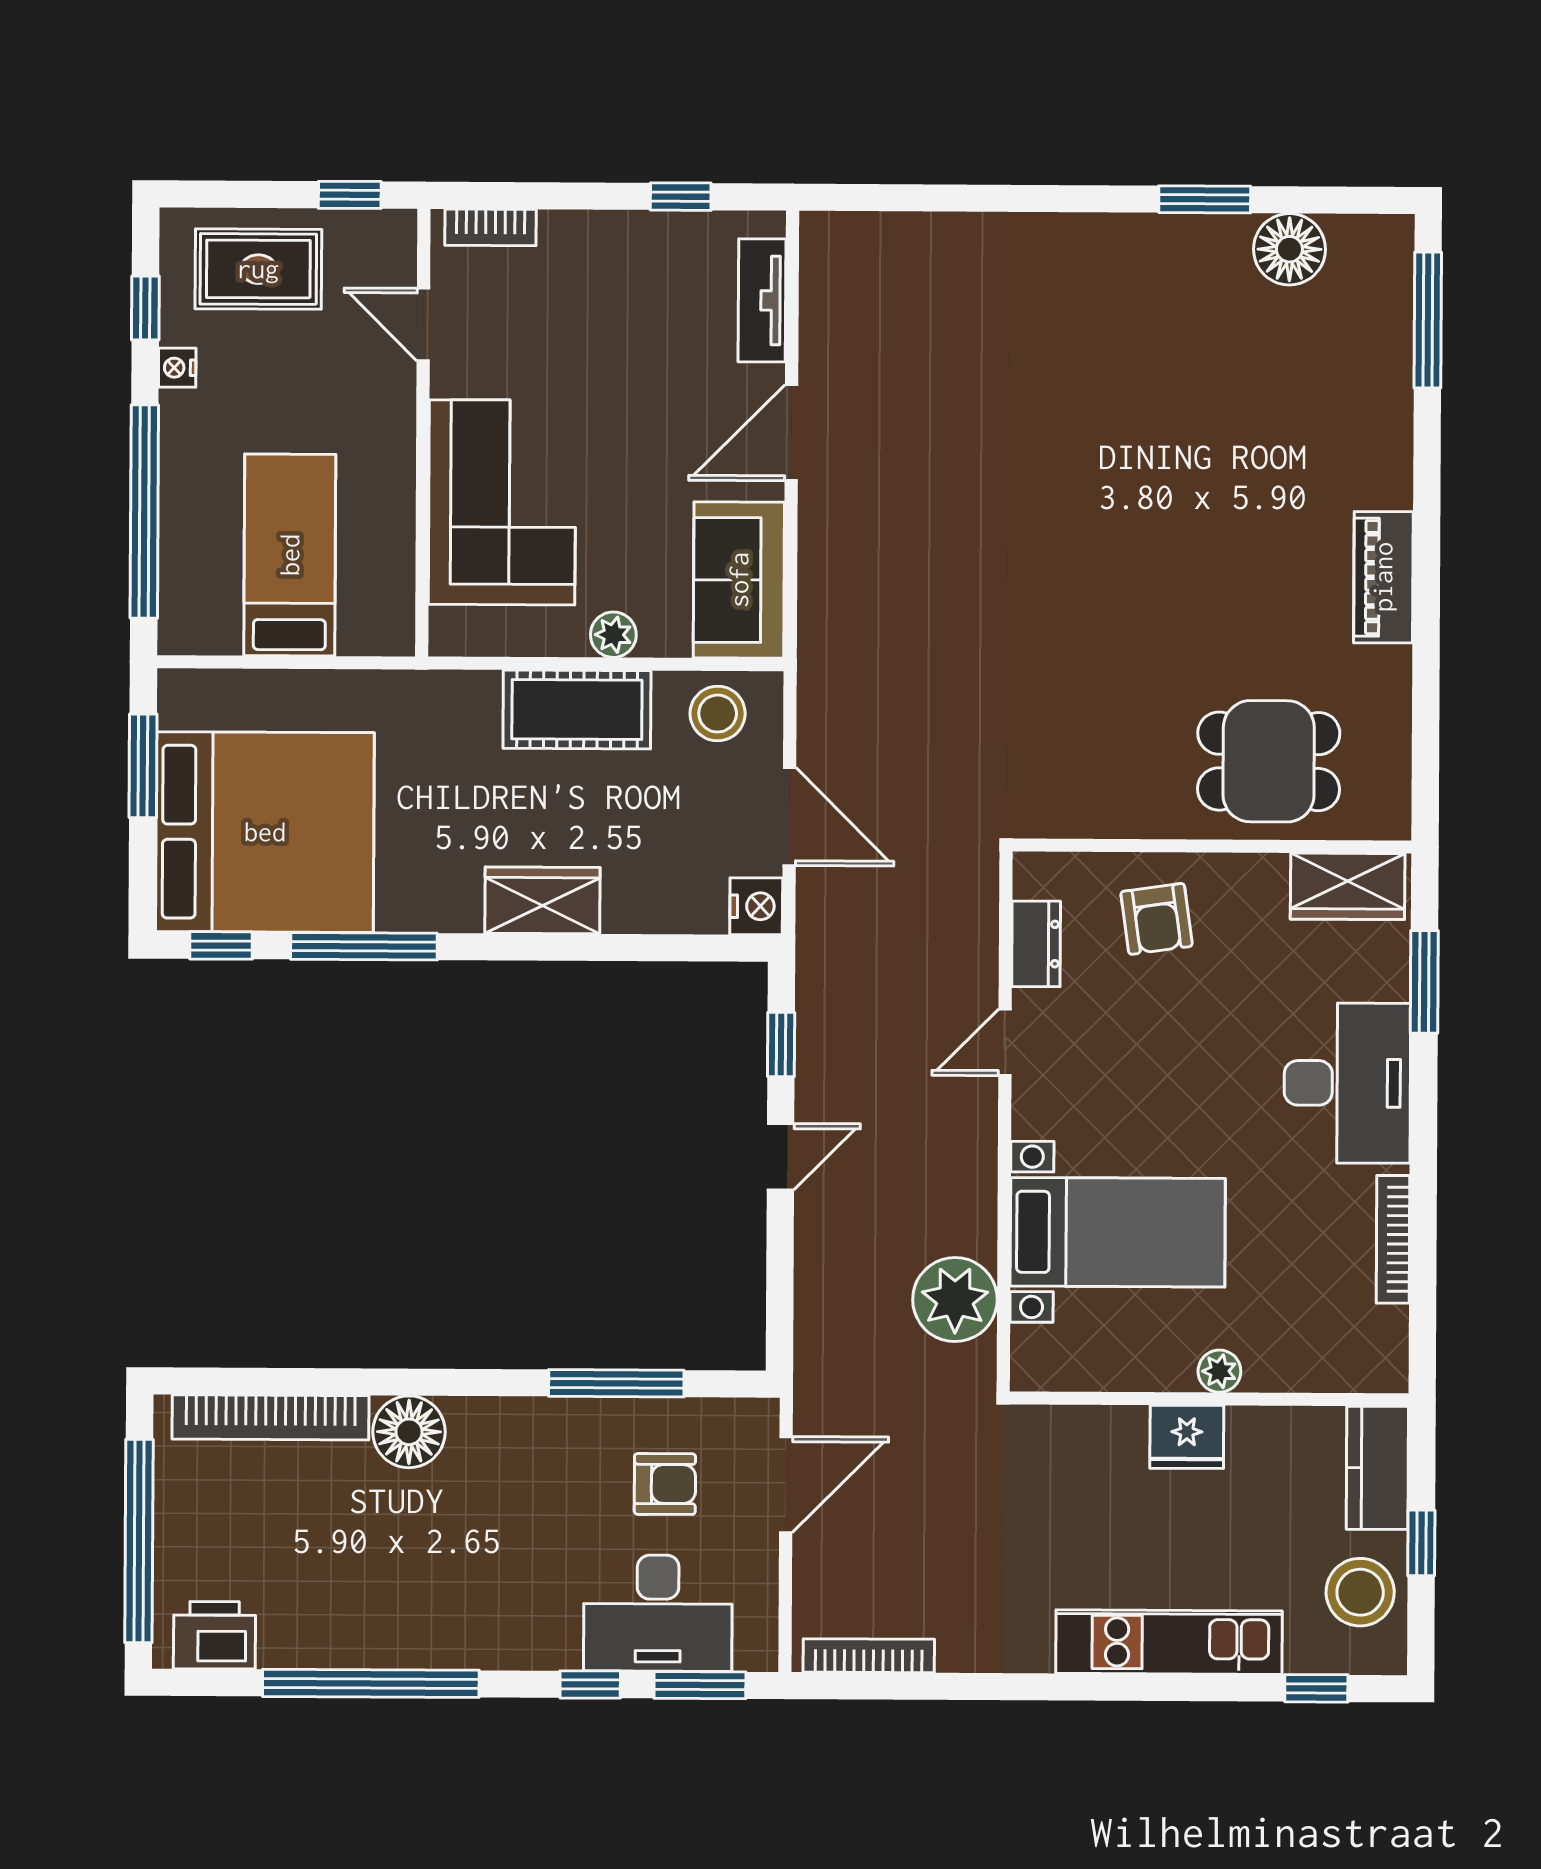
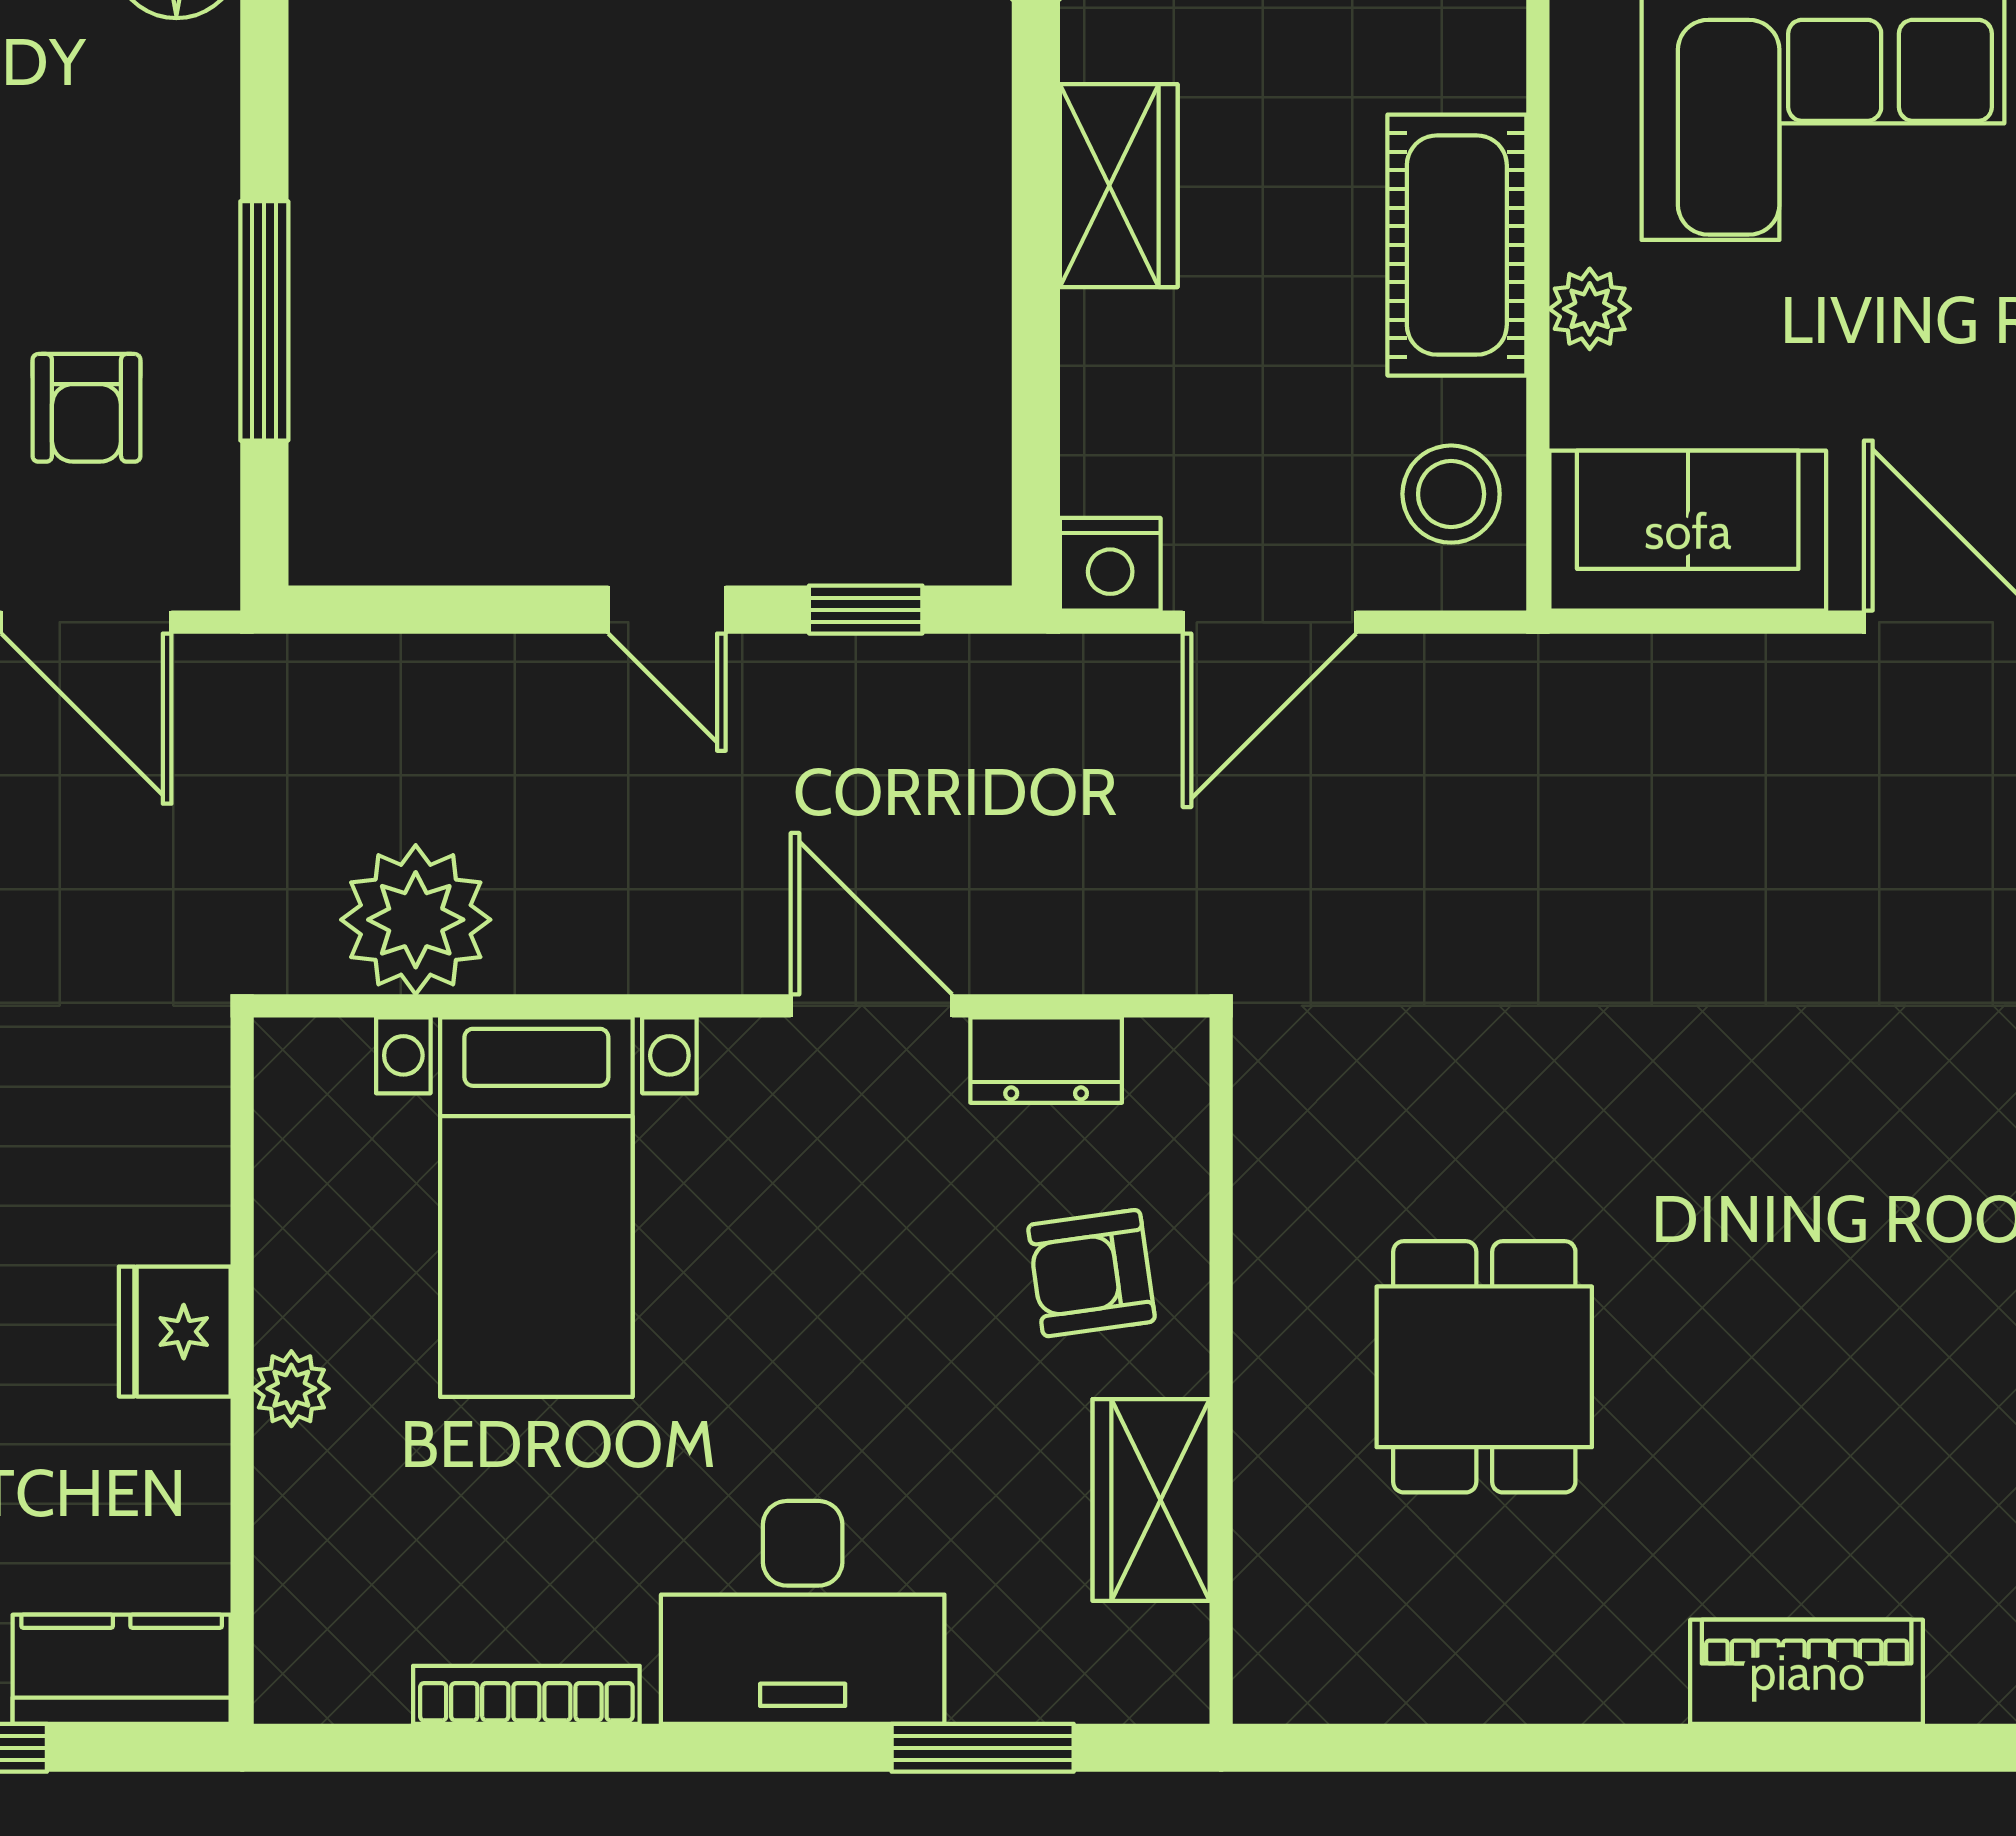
piano: (1383, 577) -> (1807, 1672), moved
dining table: (1269, 761) -> (1484, 1367), moved
wardrobe: (1348, 886) -> (1151, 1500), moved
door: (1005, 1042) -> (871, 1006), width x1.37

